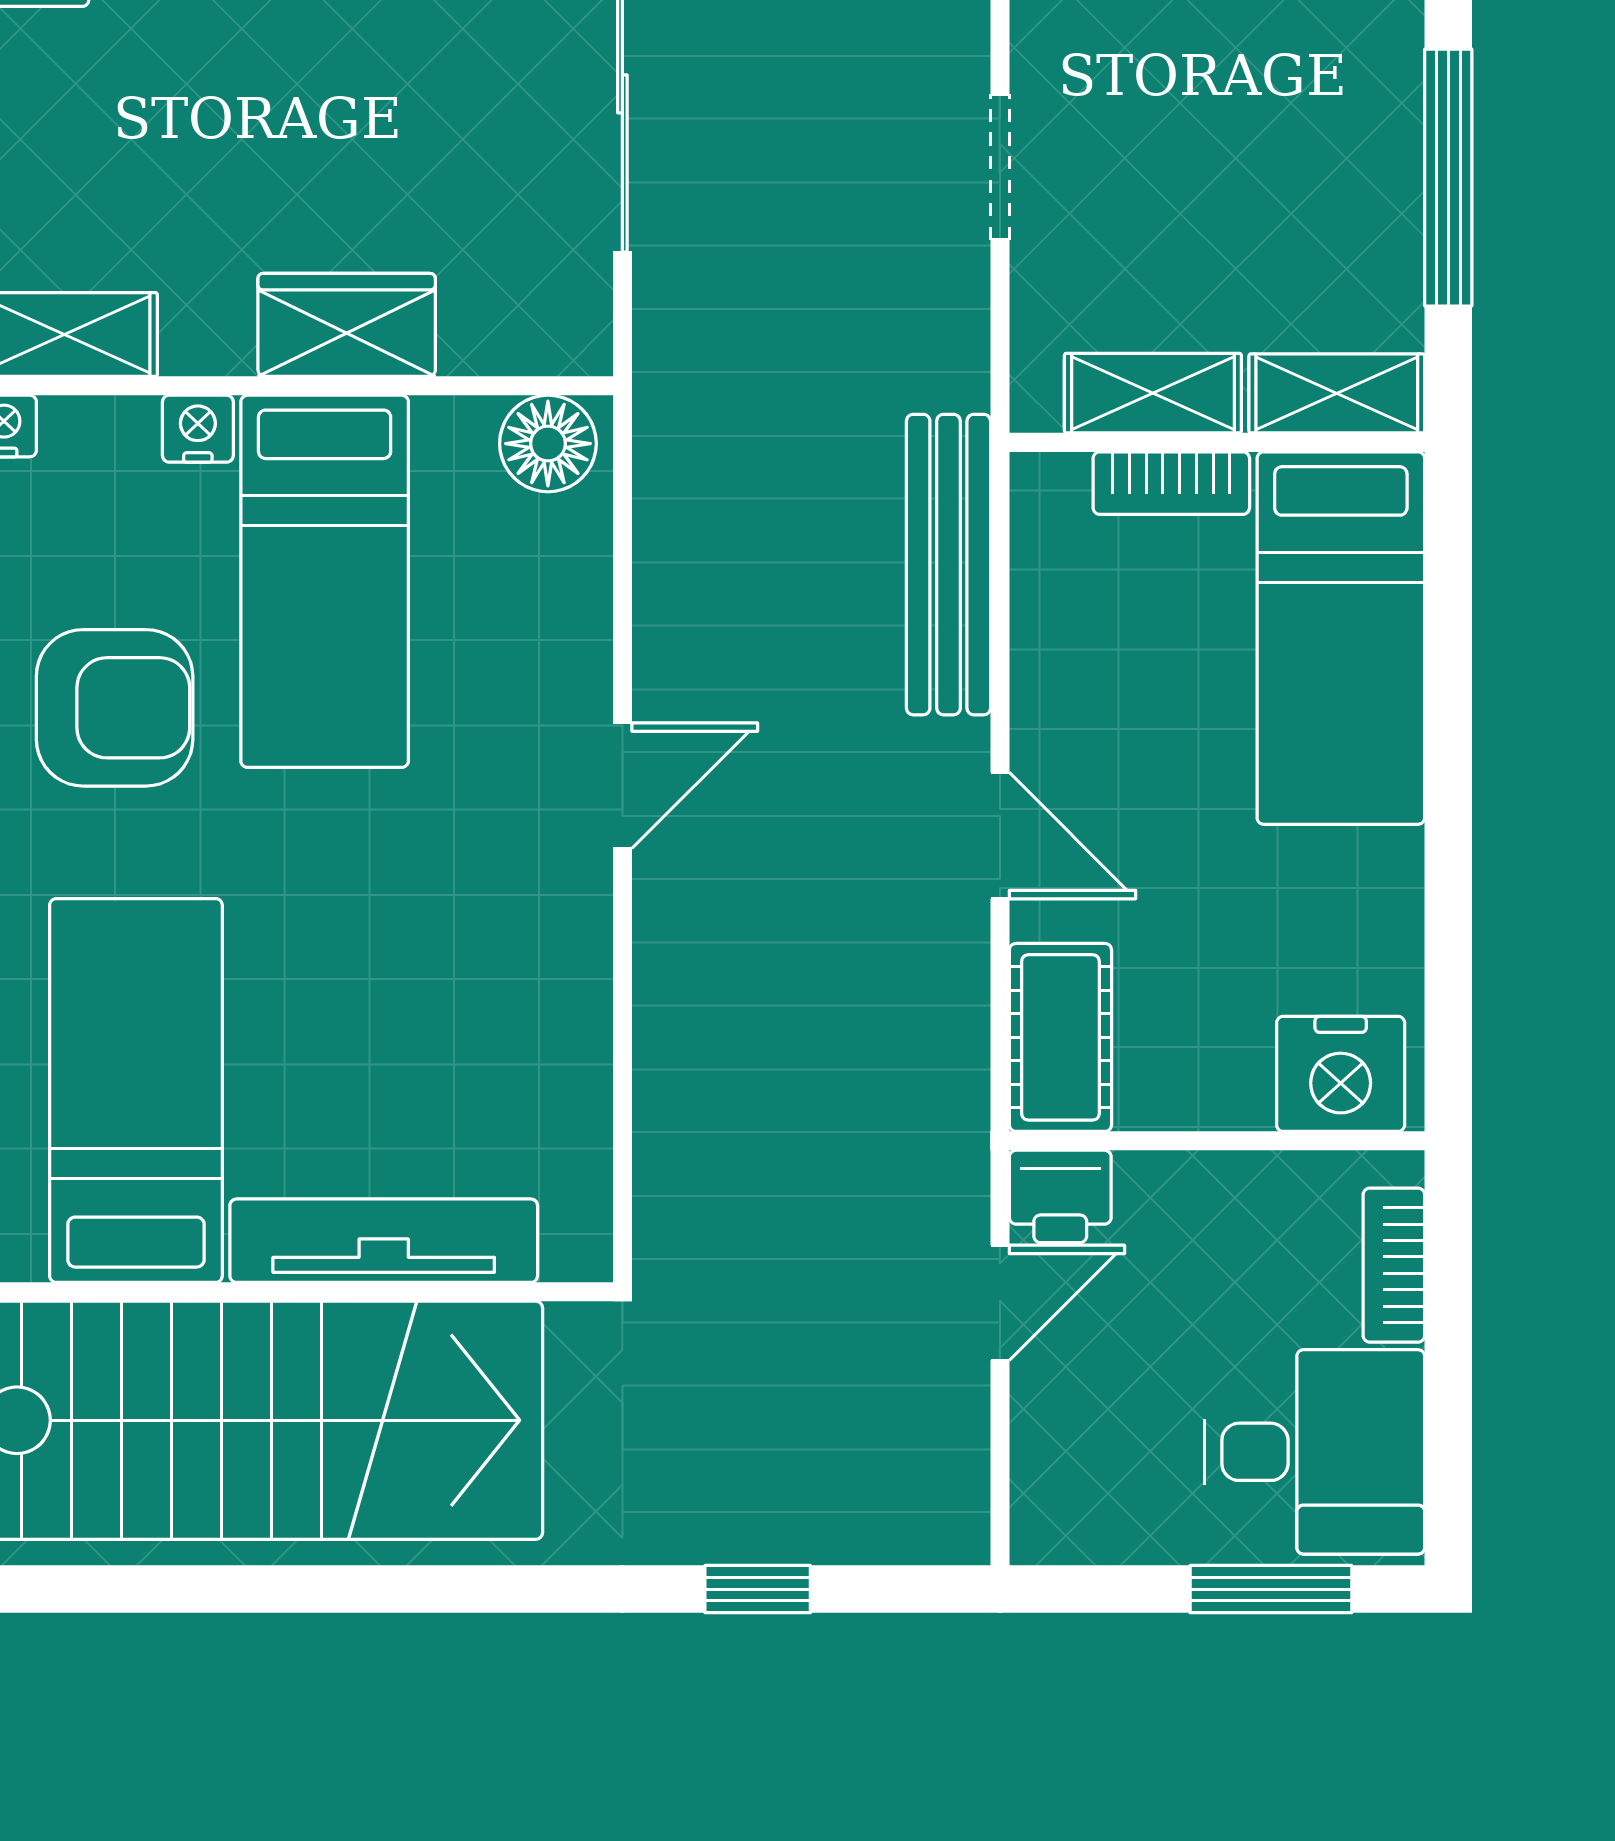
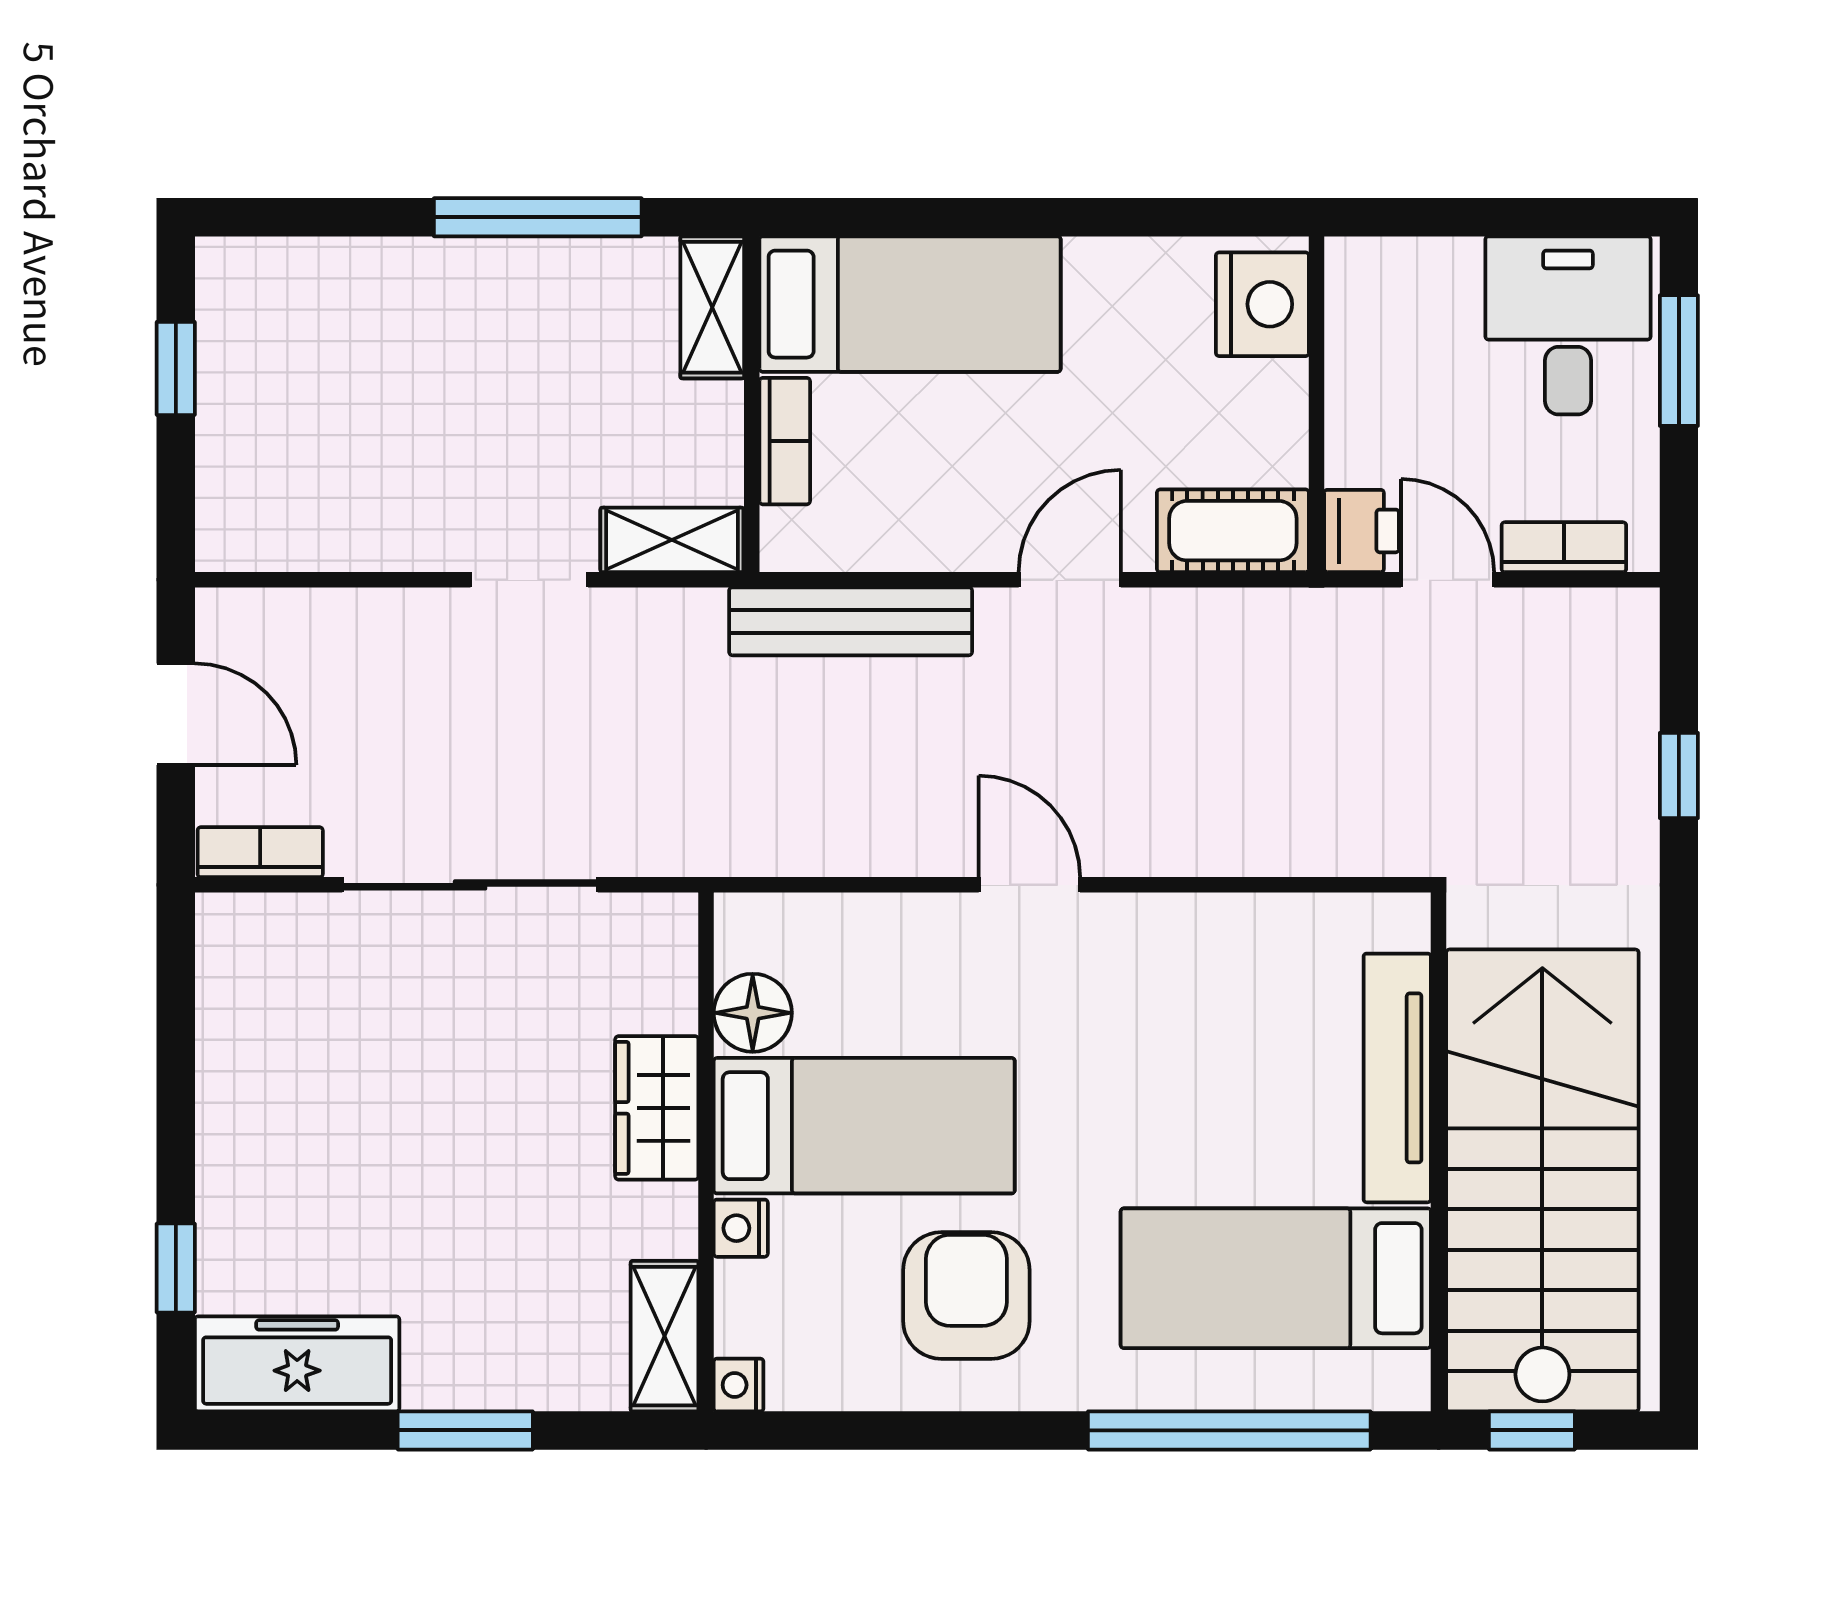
shelving: (1153, 393) -> (672, 540), moved, turned 90
floor lamp: (548, 444) -> (753, 1013), moved
bookcase: (1394, 1265) -> (1564, 547), moved, turned 180

